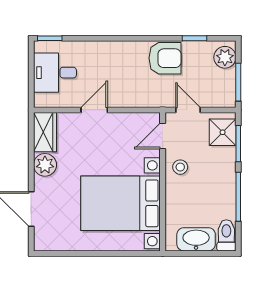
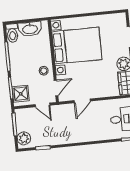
armchair: (165, 58) -> (59, 134), removed
door: (94, 110) -> (82, 101), moved

